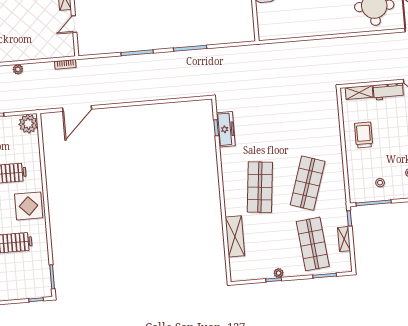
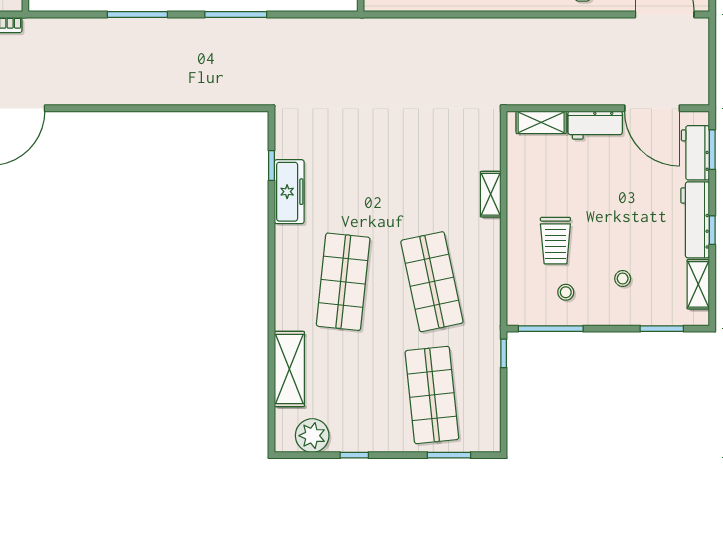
freezer: (226, 129) -> (289, 192), moved
trolley: (364, 135) -> (555, 241), moved, turned 180
shop shelf: (308, 183) -> (432, 282), turned -30
shelving: (344, 239) -> (491, 194), moved
plant: (279, 273) -> (312, 436), moved, width x1.88, depth x1.88

